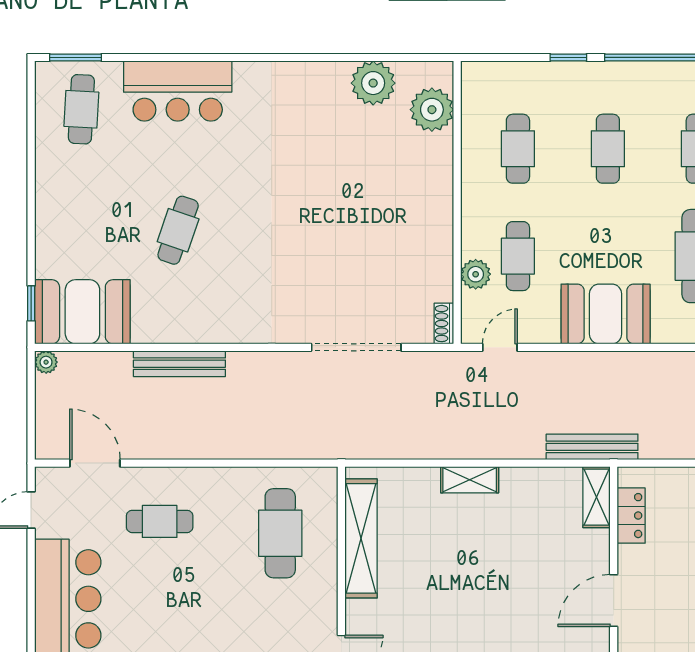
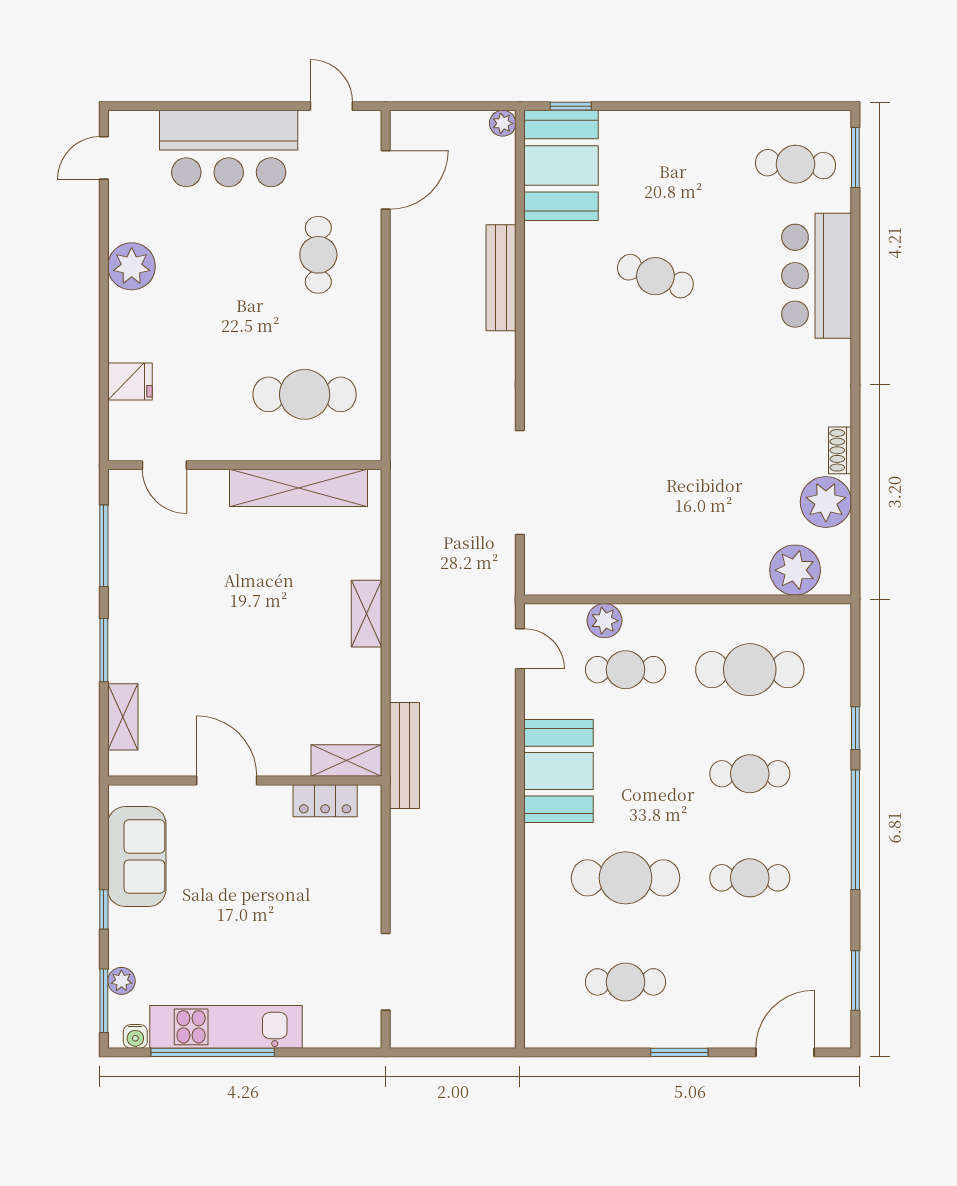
cafe table: (518, 149) -> (750, 670), width x1.37, depth x1.35
shoe rack: (444, 324) -> (840, 450), moved, turned -90

